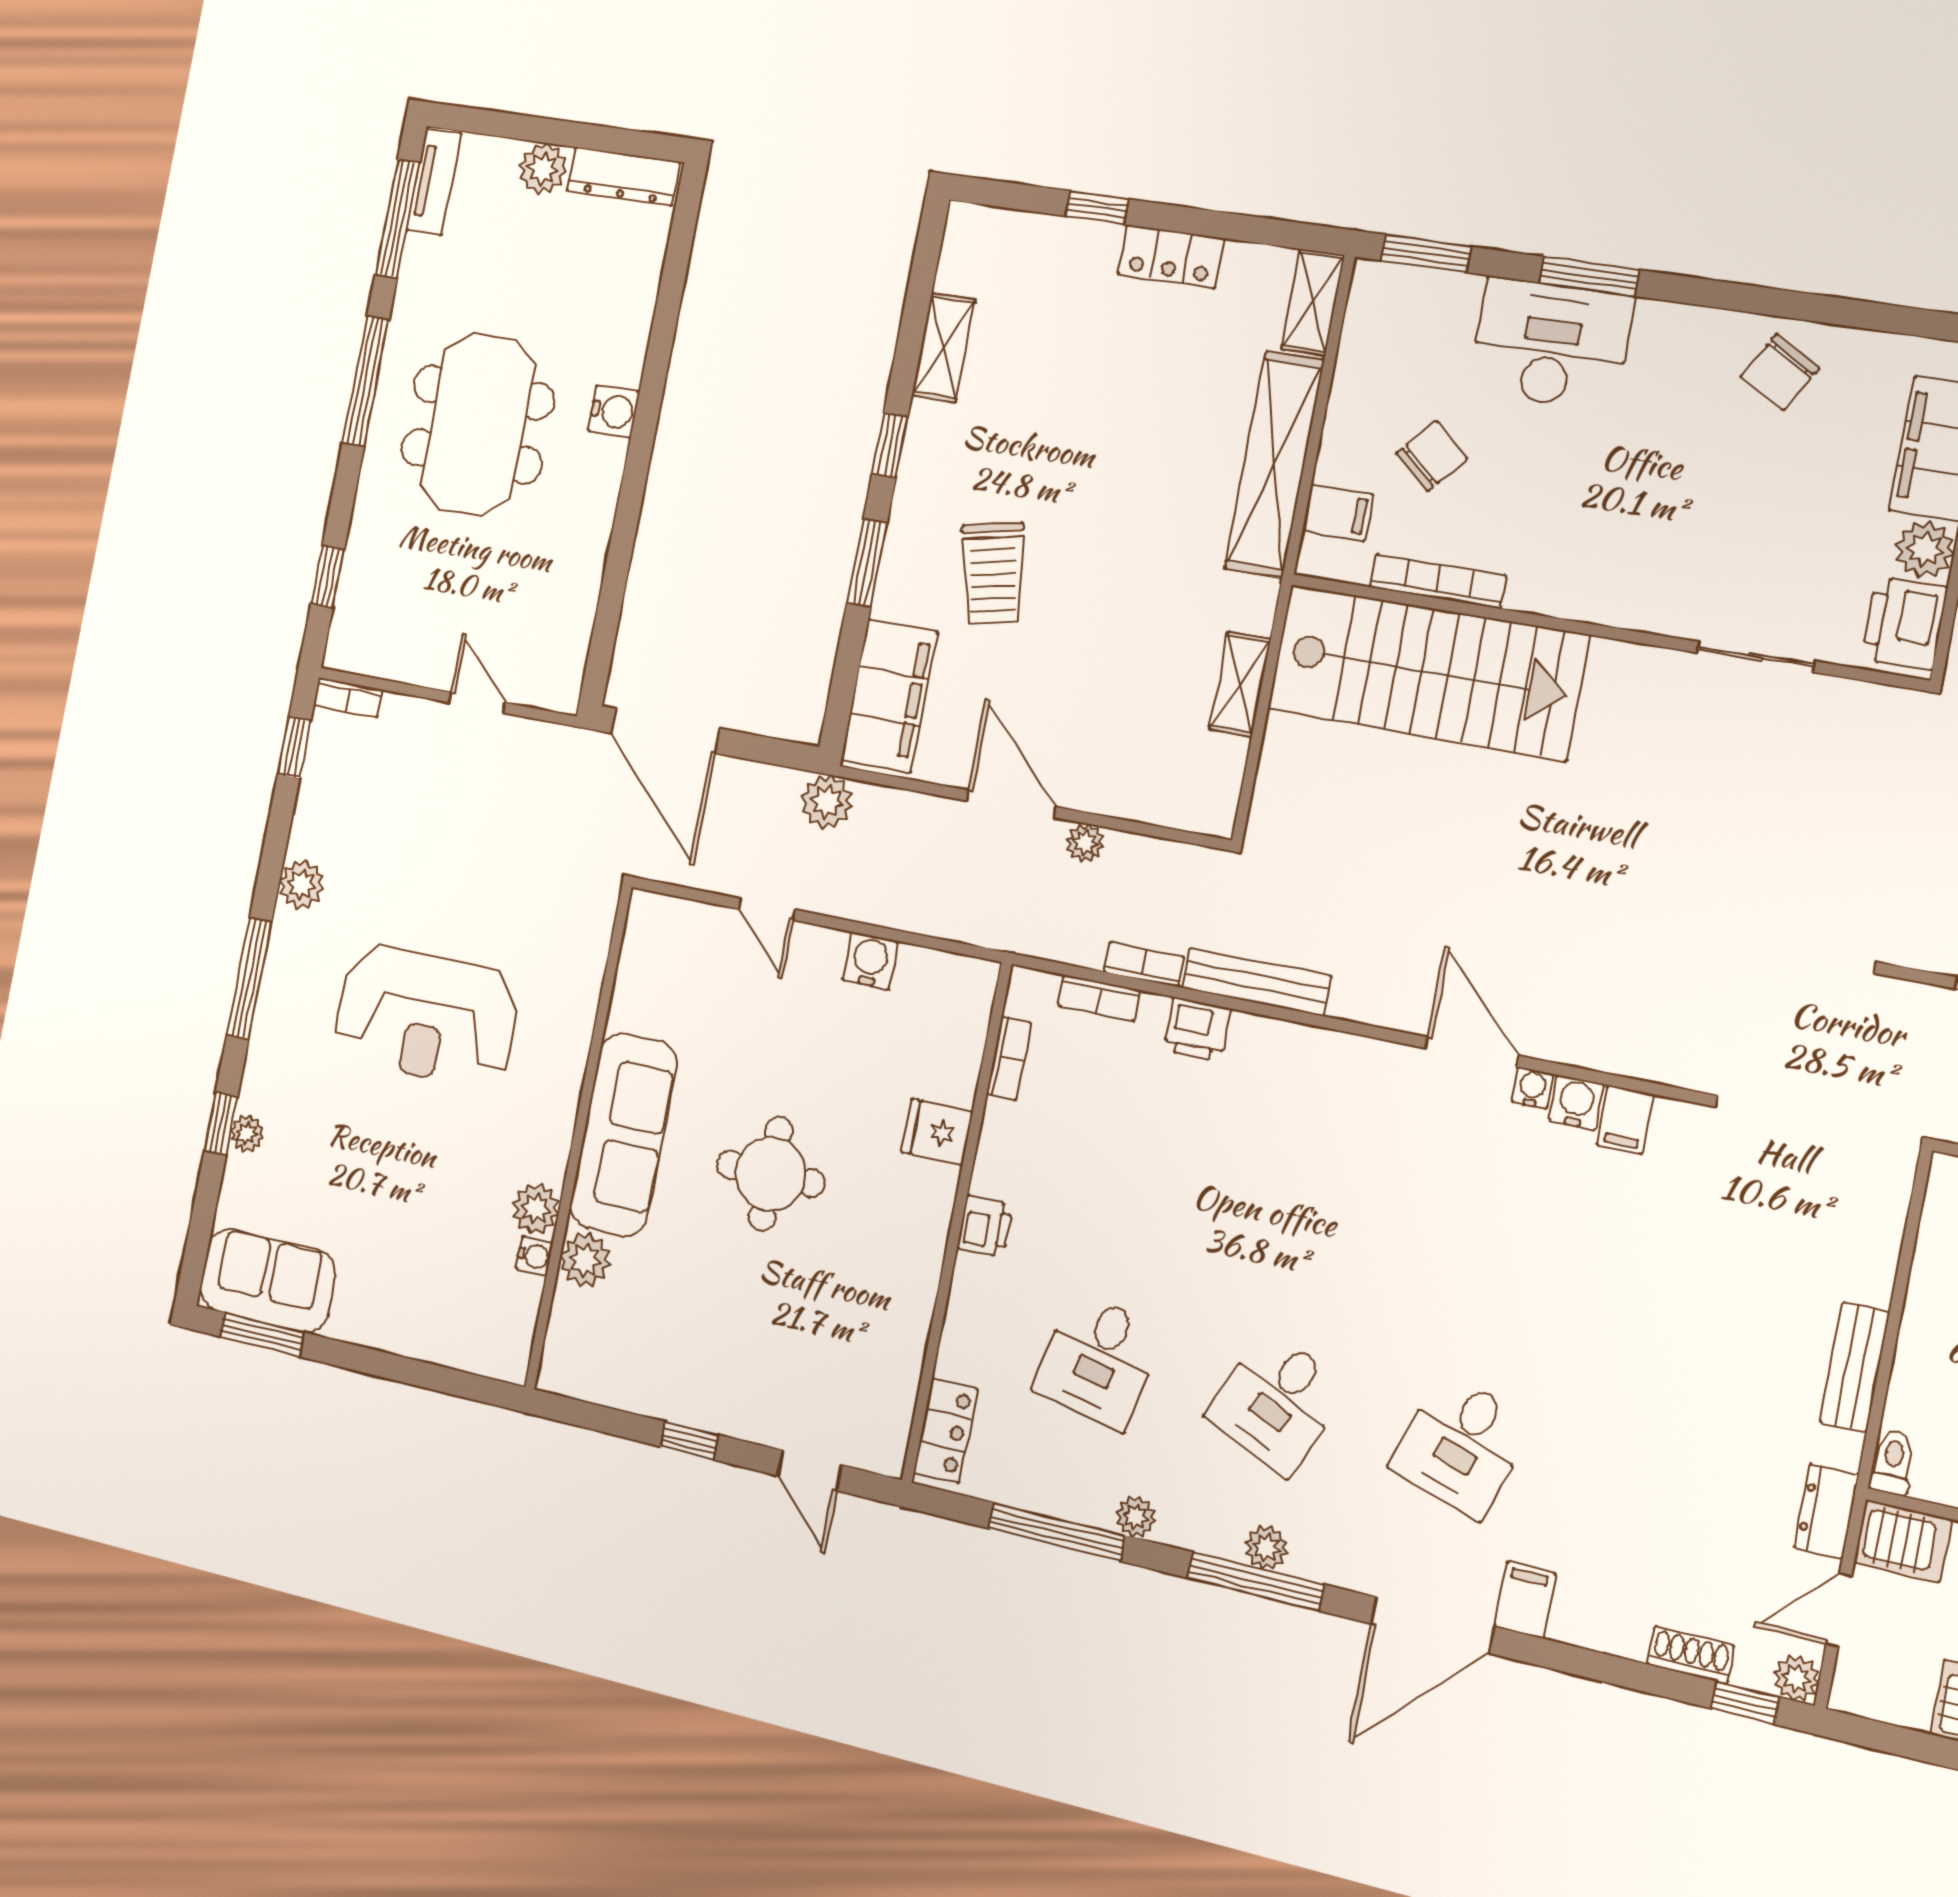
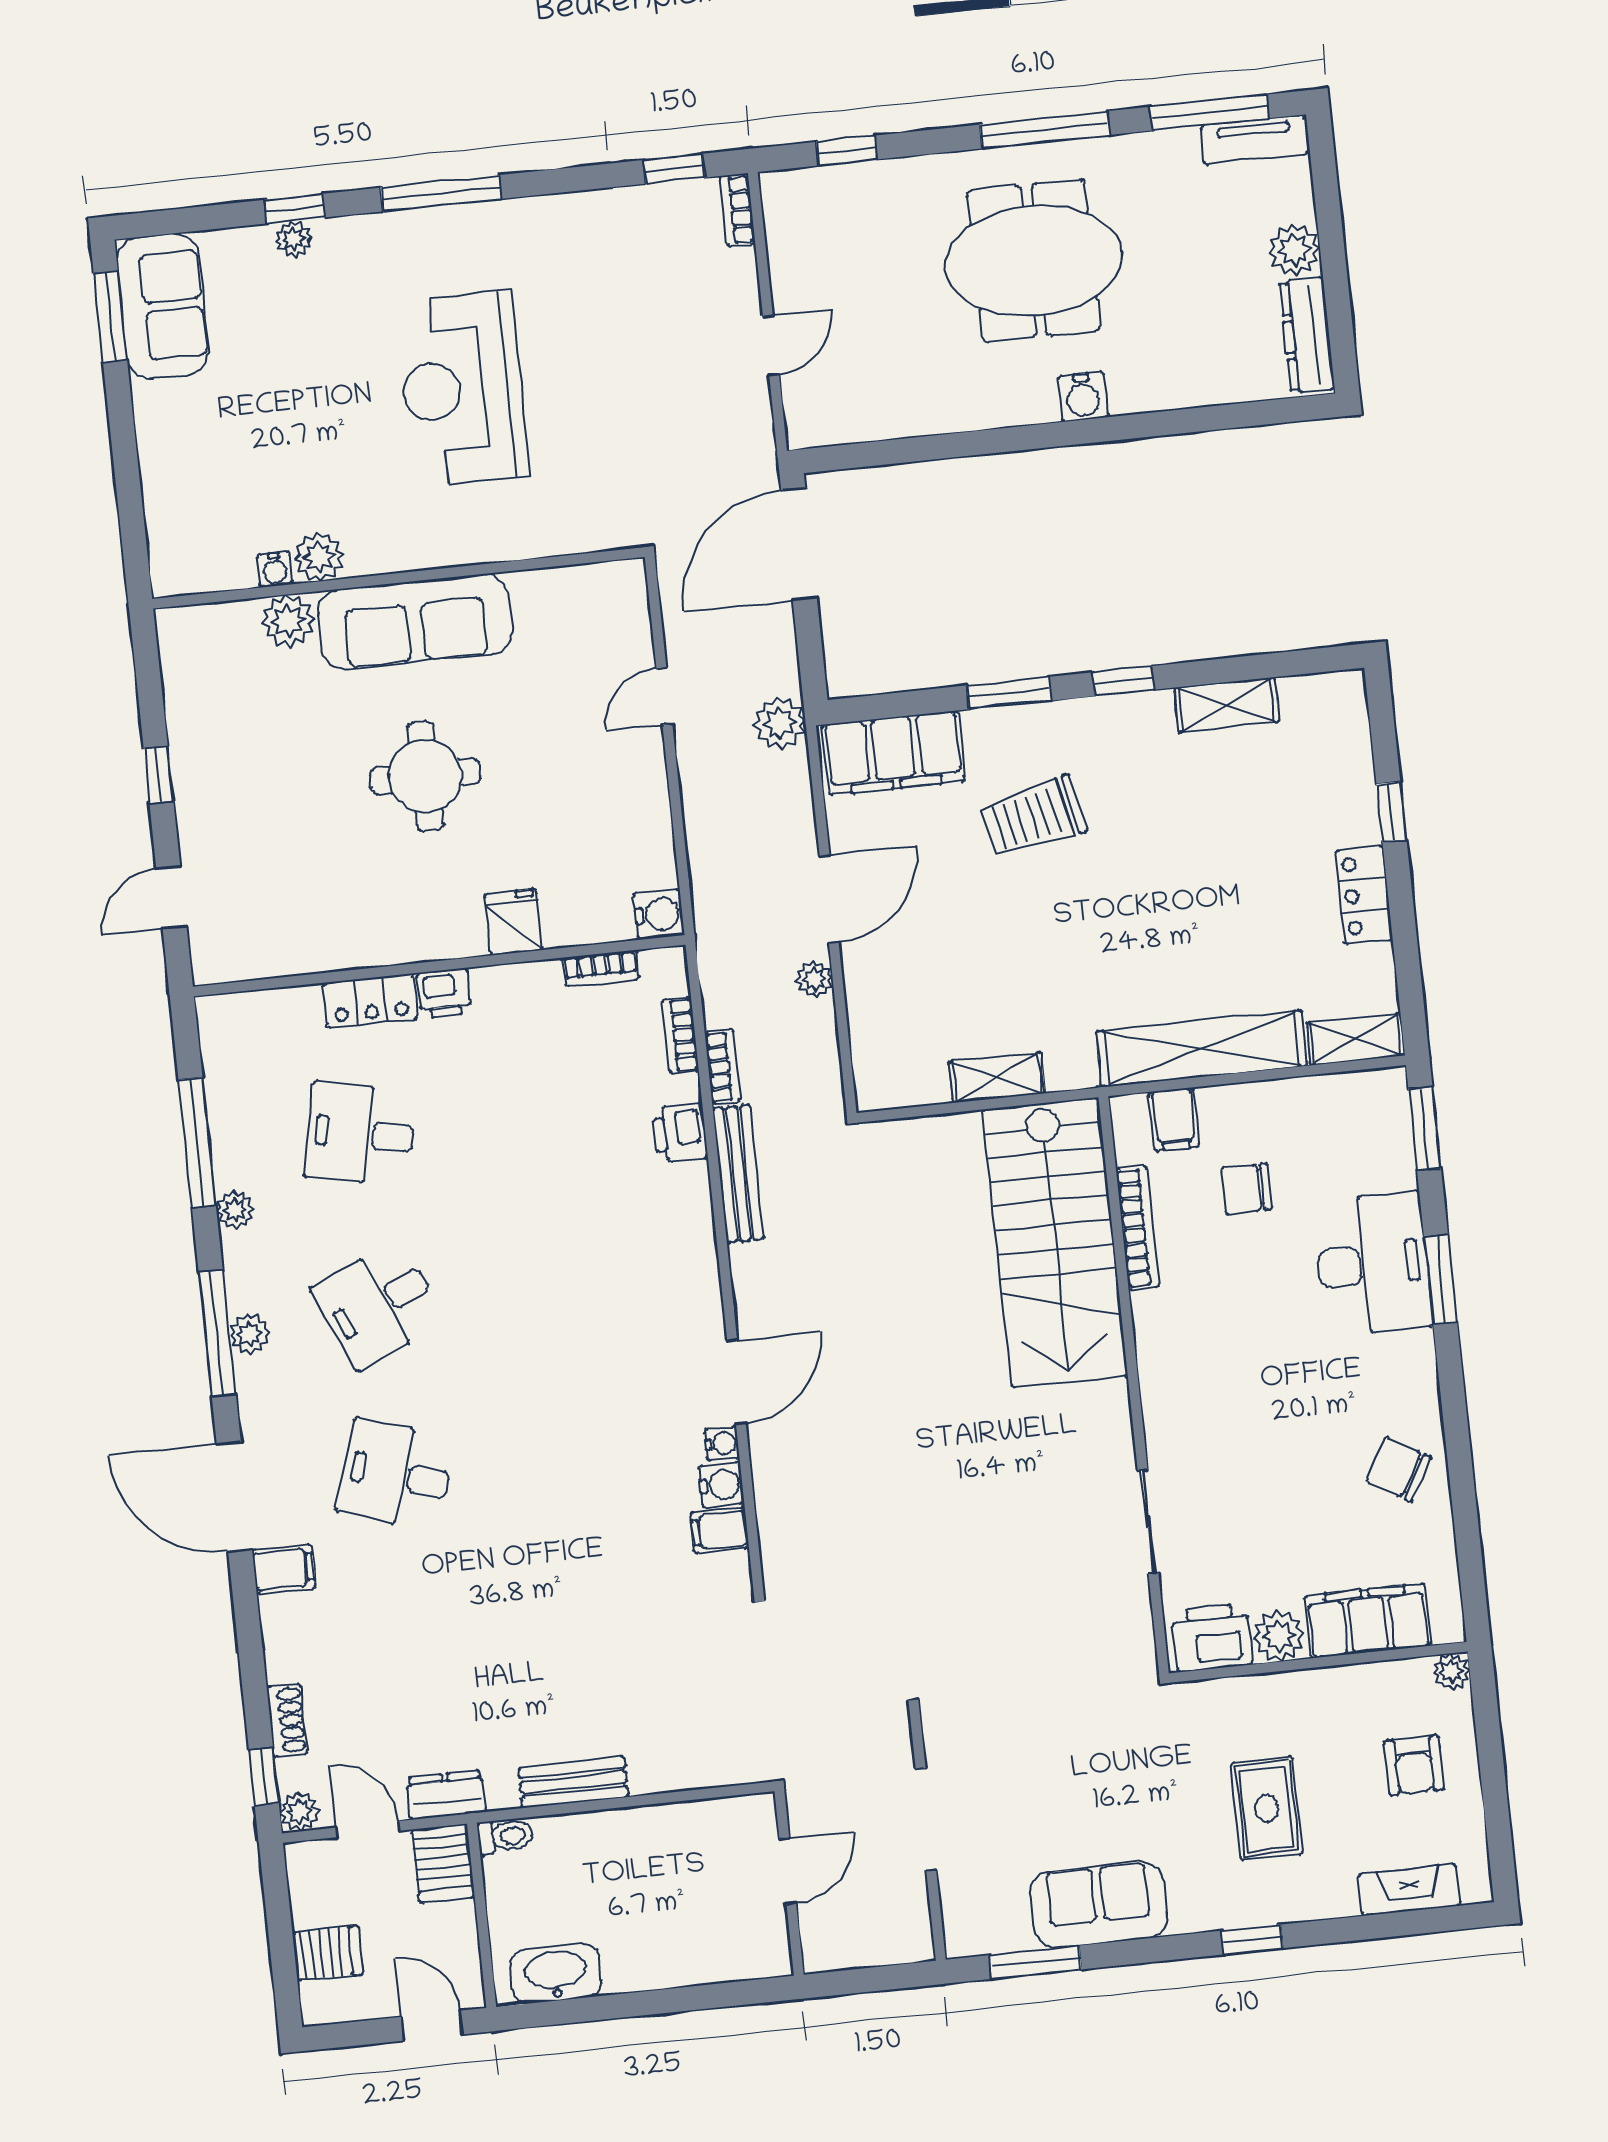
chair: (1432, 456) -> (1247, 1189), turned 139
plant: (301, 885) -> (546, 219), removed
water cooler: (870, 961) -> (659, 914), moved
desk: (1277, 1402) -> (378, 1304), turned -48
locker: (945, 1430) -> (370, 1001), moved

